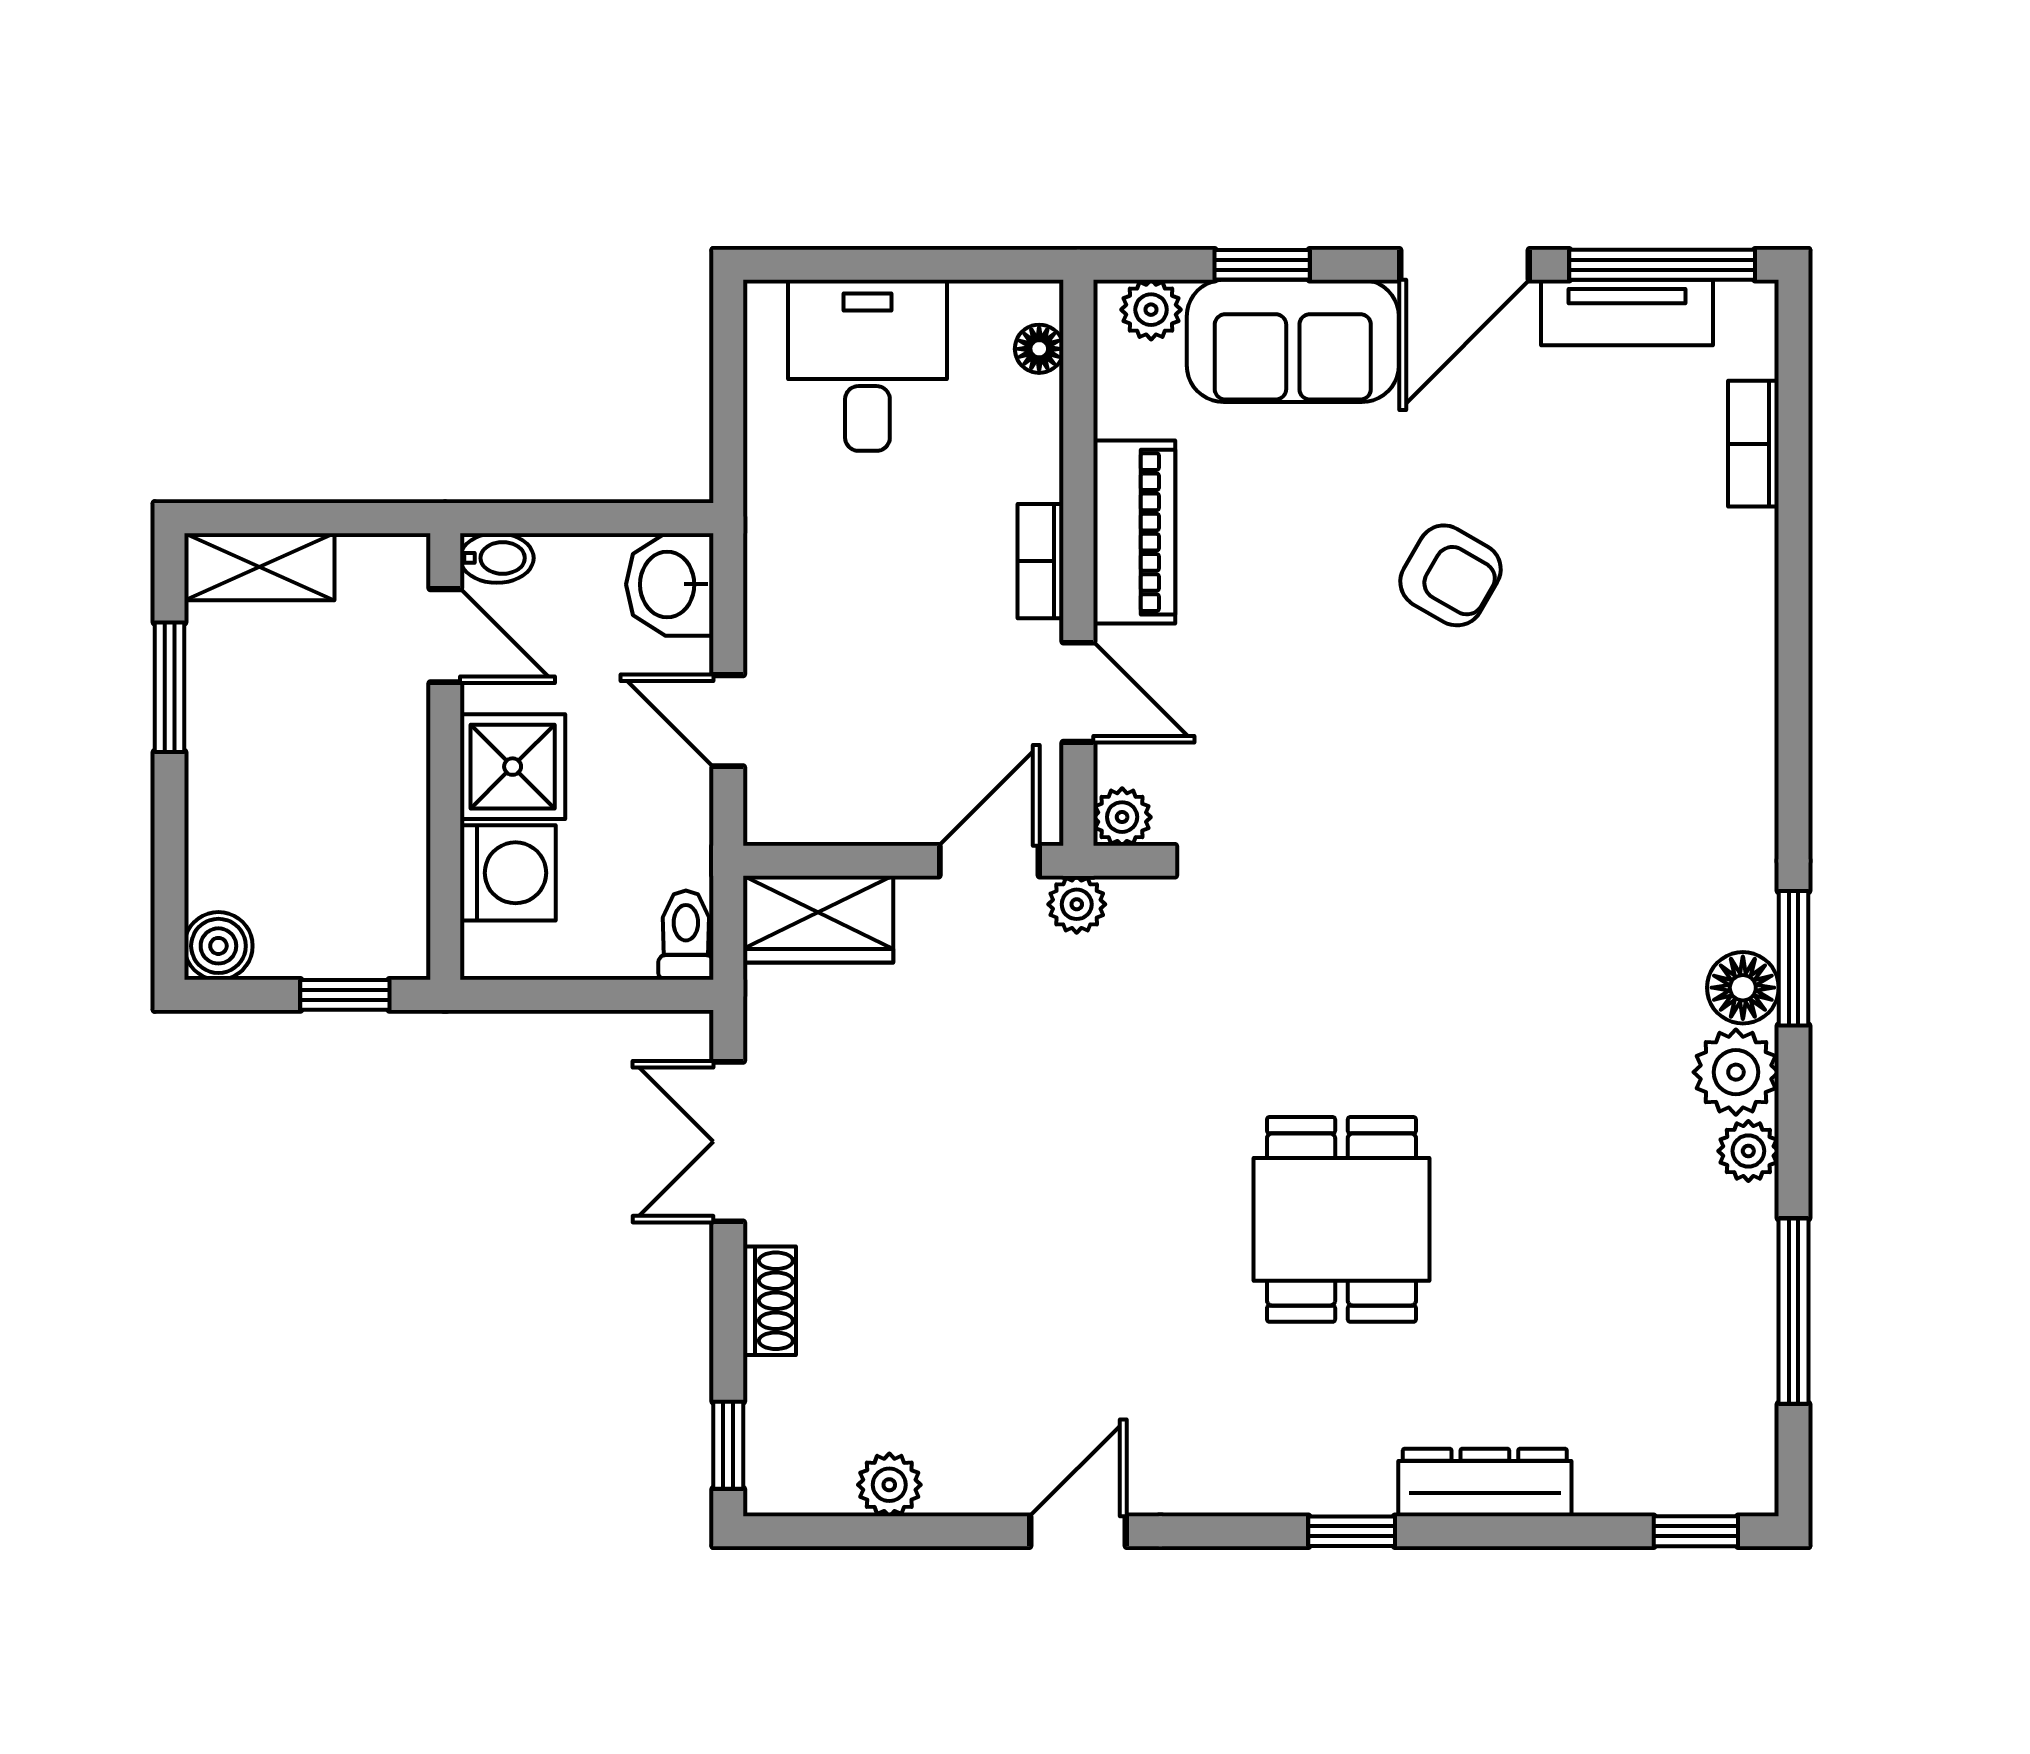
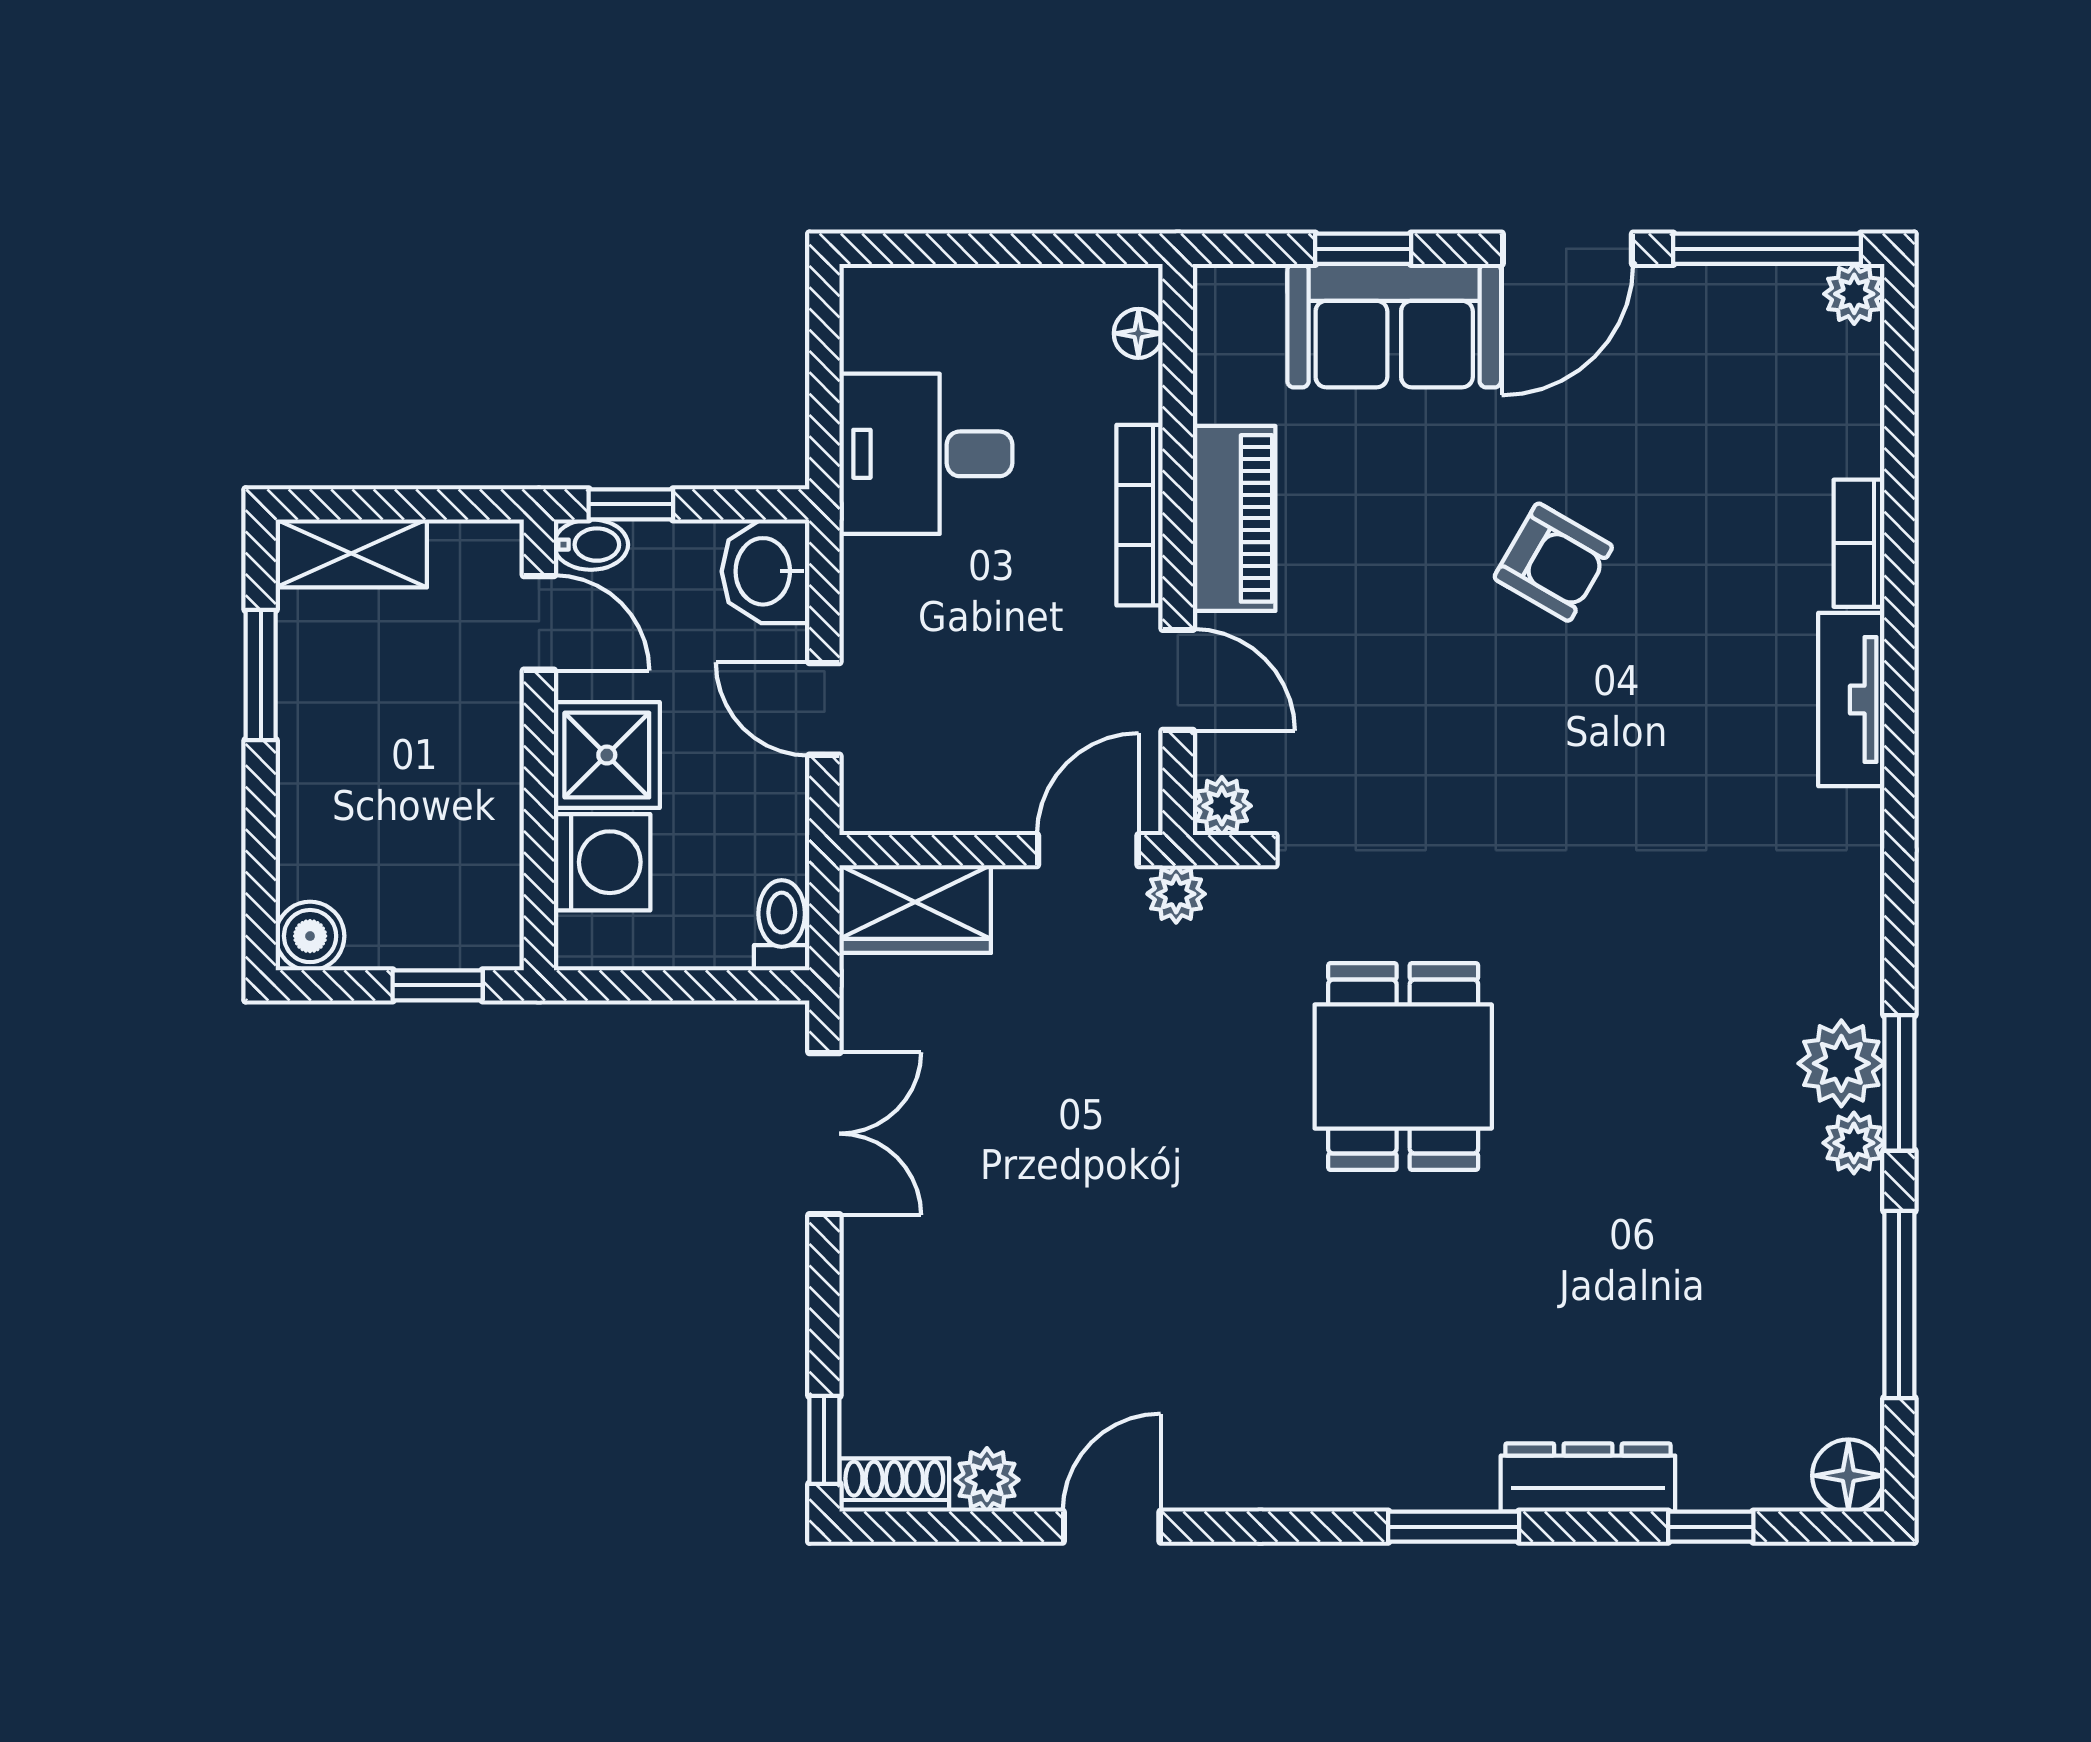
plant: (1151, 310) -> (1854, 294), moved
tv unit: (1627, 313) -> (1851, 700), moved, turned 90
desk: (867, 365) -> (926, 454), moved, turned -90
bookcase: (1753, 444) -> (1859, 543), moved
window: (536, 518) -> (631, 504), added
bookcase: (1041, 561) -> (1140, 515), width x1.56
window: (1794, 958) -> (1899, 1083), moved
floor lamp: (1743, 988) -> (1848, 1476), moved
double door: (728, 1142) -> (824, 1134), swing flipped
dining table: (1341, 1219) -> (1403, 1067), moved
shoe rack: (770, 1301) -> (894, 1485), moved, turned -90
door: (1078, 1531) -> (1112, 1527), moved
window: (1352, 1531) -> (1454, 1527), width x1.50
window: (1696, 1531) -> (1711, 1527), moved

